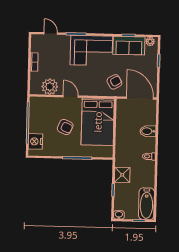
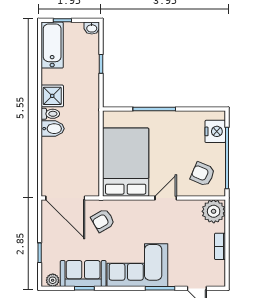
plant: (50, 87) -> (214, 211), moved
door: (71, 96) -> (166, 198), swing flipped
armchair: (65, 127) -> (203, 174), moved
bidet: (148, 131) -> (53, 129), moved
shower: (122, 175) -> (52, 96), moved

